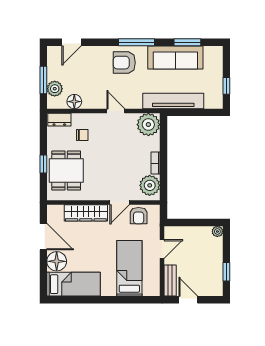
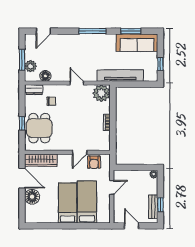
sofa: (175, 58) -> (137, 43), moved
armchair: (124, 63) -> (83, 46), removed
plant: (150, 185) -> (102, 139), removed
wardrobe: (86, 213) -> (41, 160), moved
bench: (170, 280) -> (153, 207), moved
bed: (74, 284) -> (68, 203), moved, turned -90

